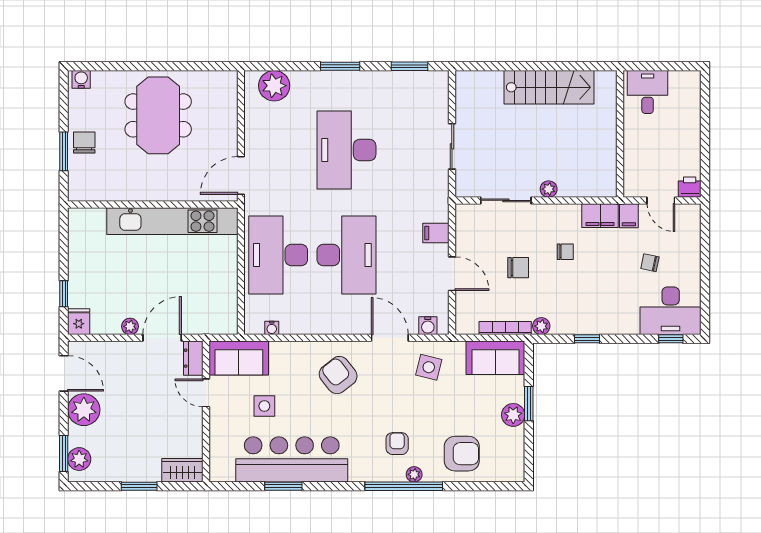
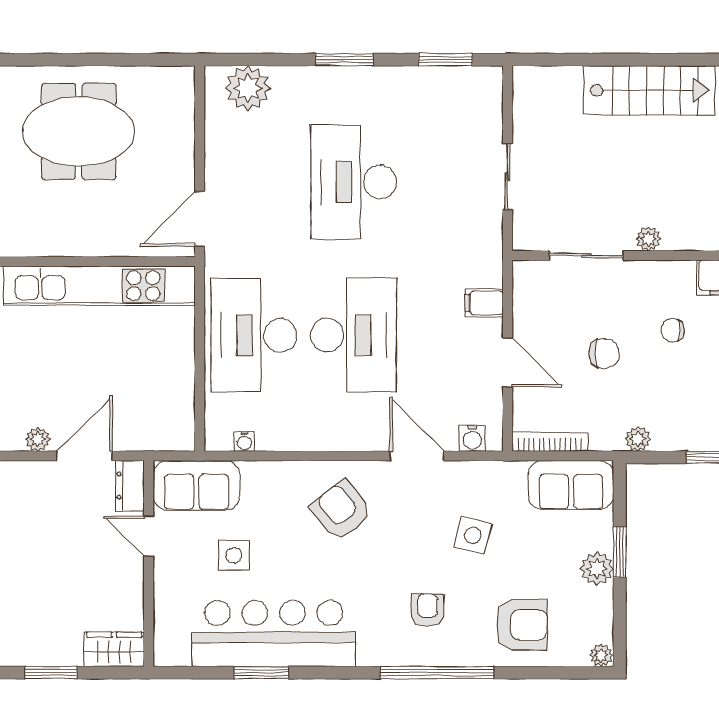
meeting table: (158, 115) -> (79, 131), turned 90
chair: (565, 252) -> (673, 330), turned 180
bookcase: (505, 328) -> (550, 442), moved
side table: (429, 367) -> (473, 535), moved
plant: (414, 474) -> (601, 655), moved

